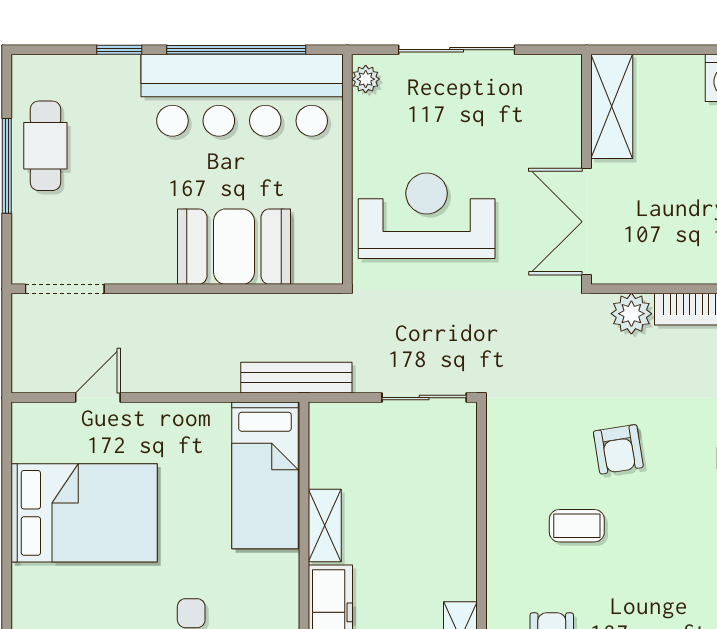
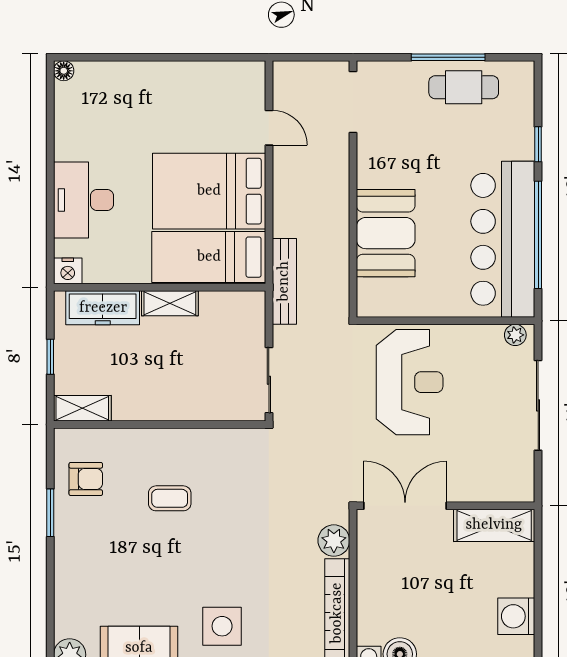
armchair: (618, 449) -> (229, 530), removed
bed: (84, 513) -> (209, 191), moved, turned 90
coffee table: (577, 526) -> (170, 498), turned 90

